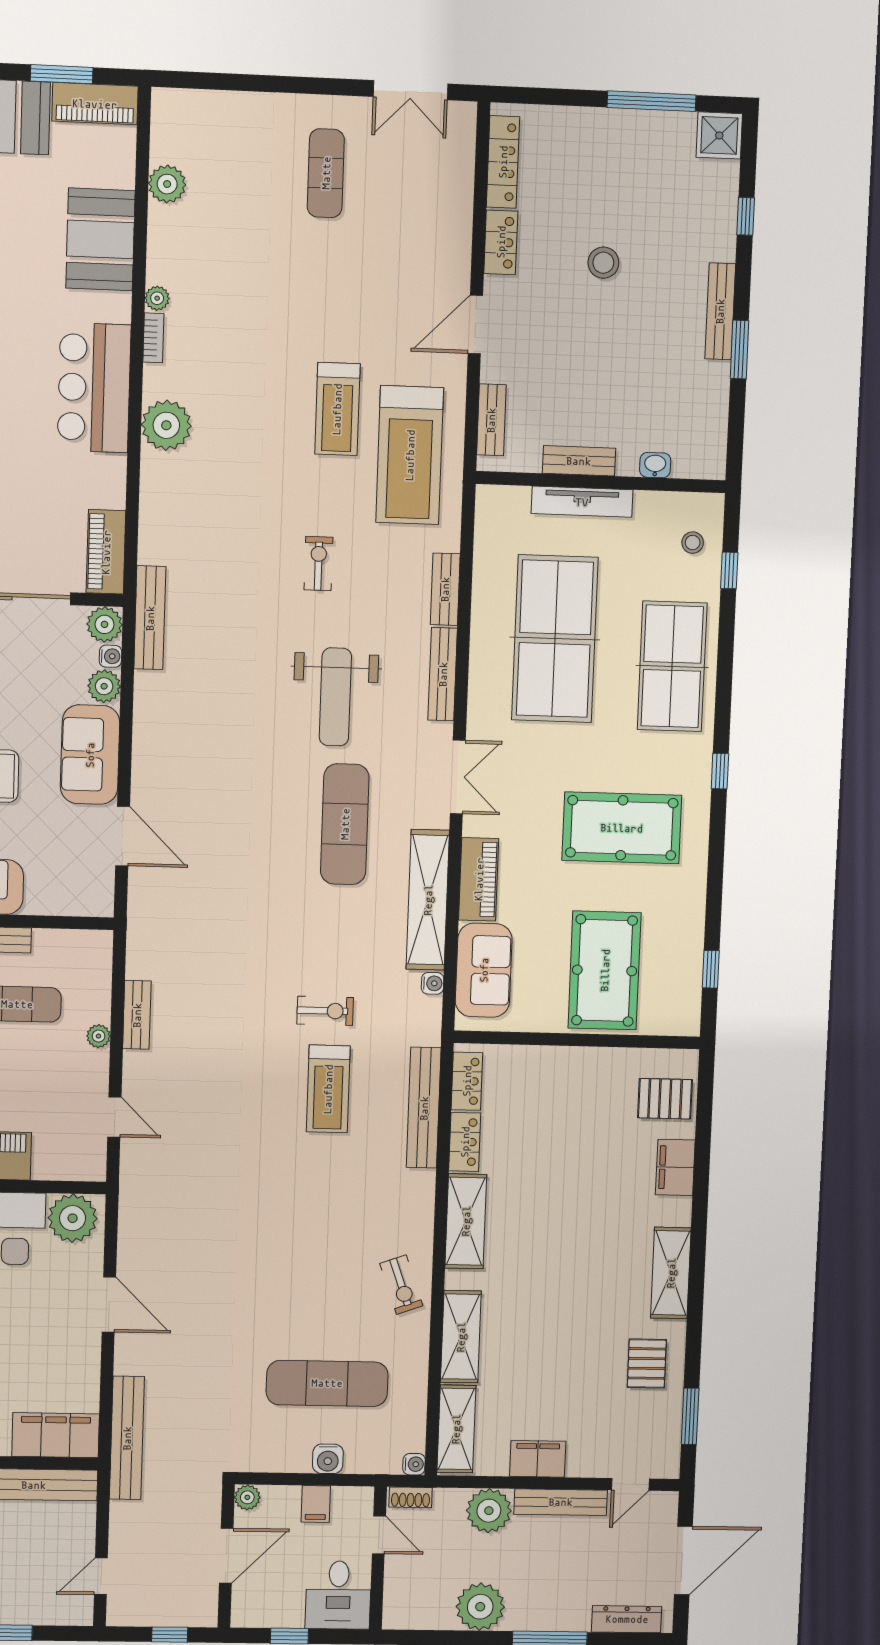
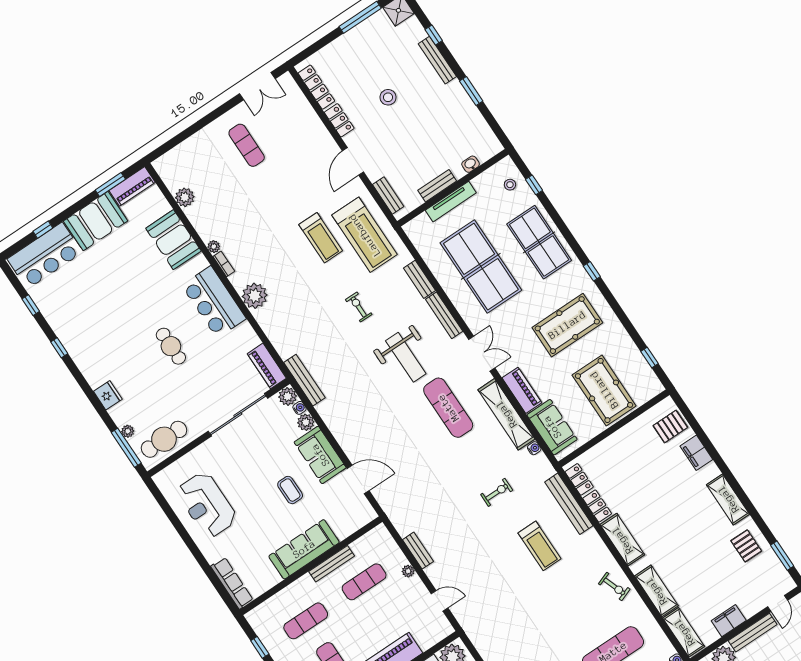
bench: (720, 311) -> (437, 60), moved
treadmill: (328, 1089) -> (540, 546), moved

